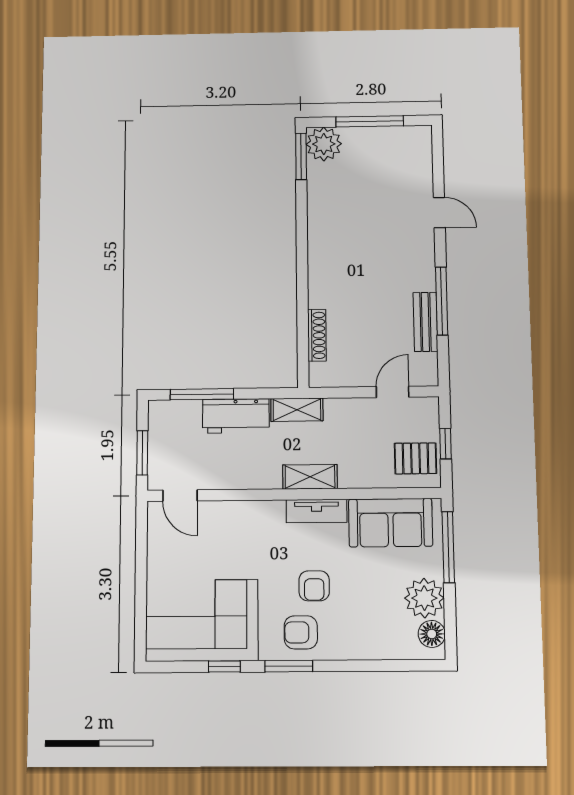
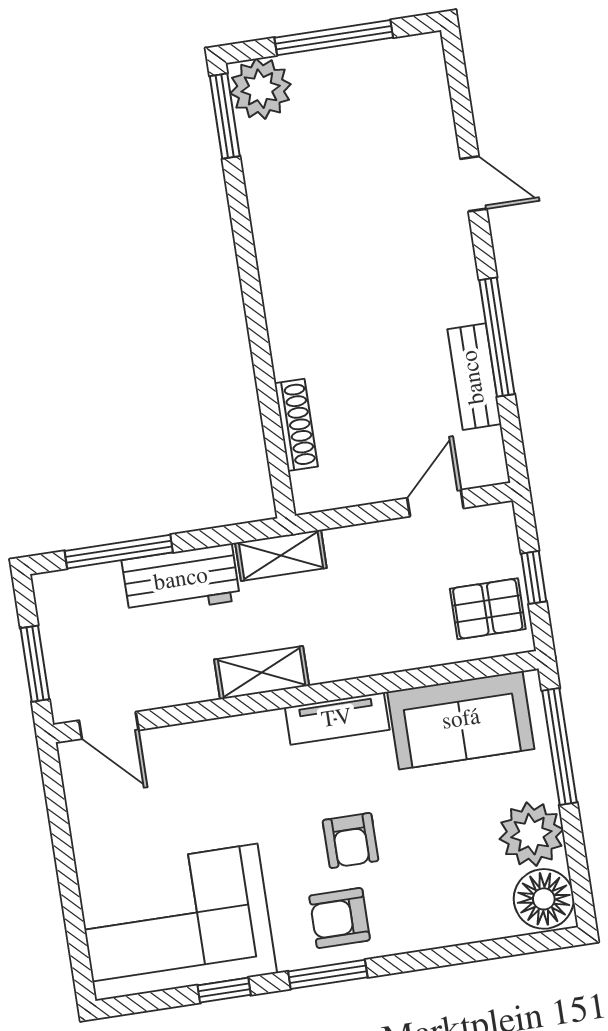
shelving: (310, 477) -> (262, 673), moved
floor lamp: (432, 634) -> (544, 899), width x1.38, depth x1.38

